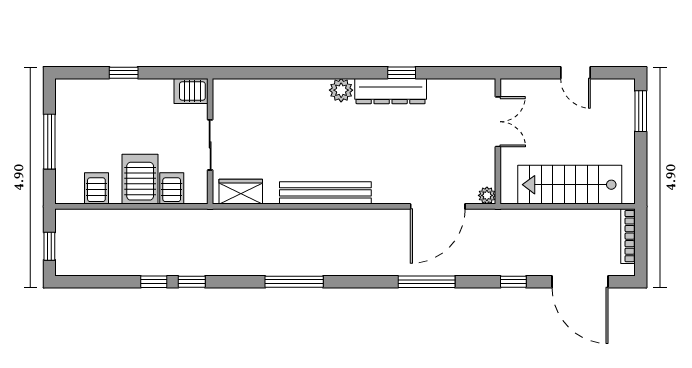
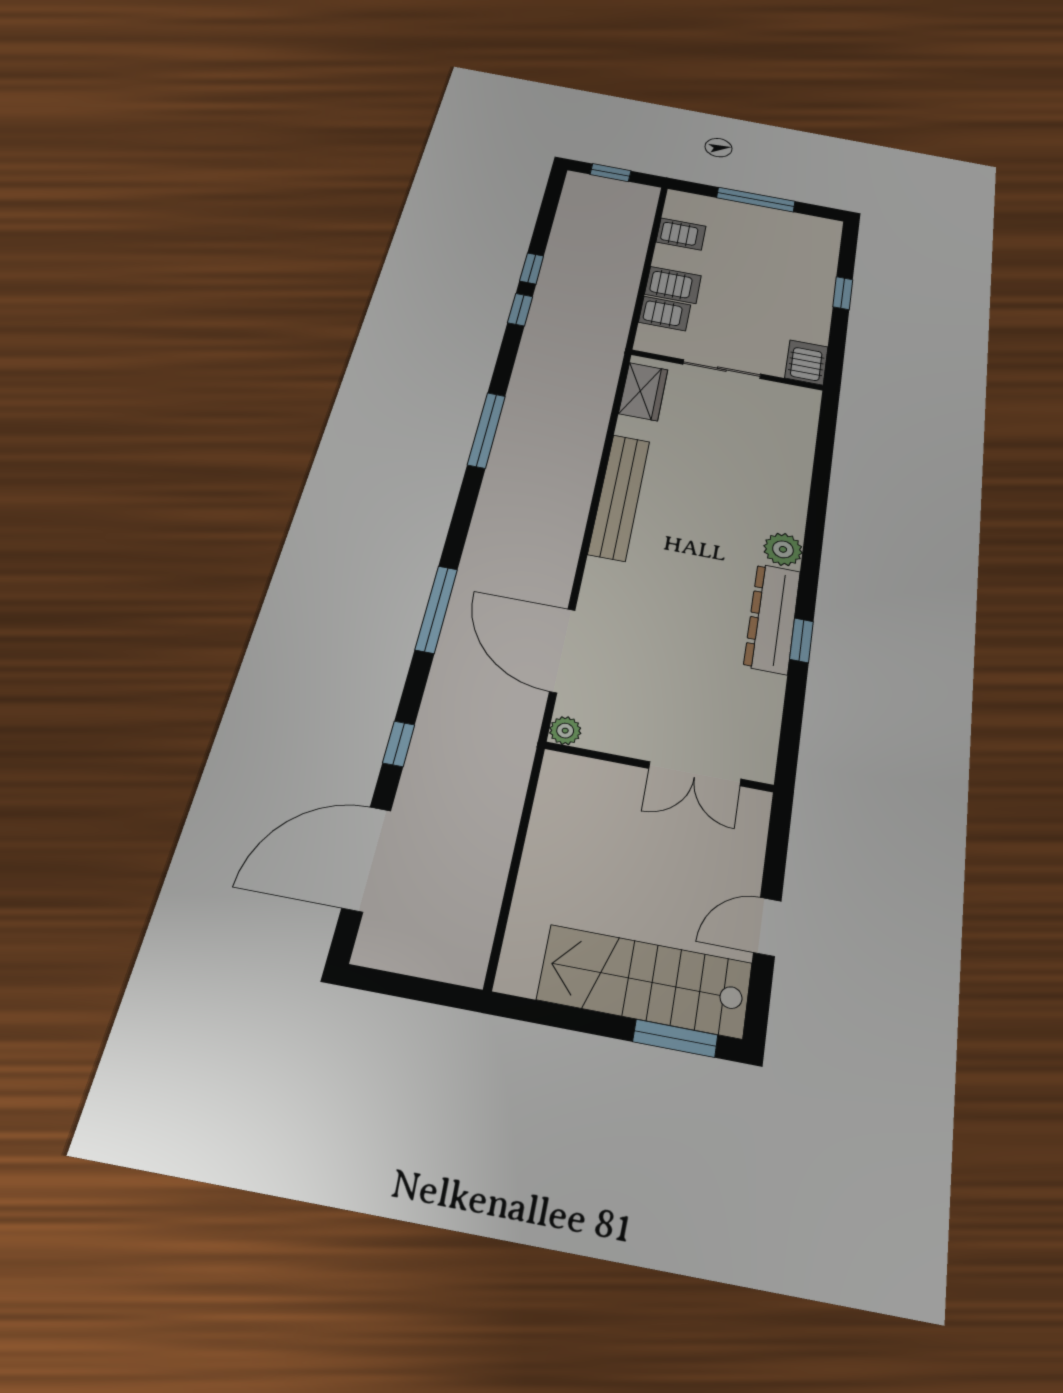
server rack: (140, 179) -> (673, 285), width x0.73, depth x0.70
stairs: (570, 185) -> (645, 981), moved, turned -90
bookcase: (628, 236) -> (432, 966), removed

